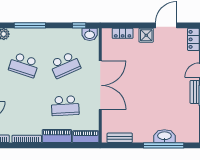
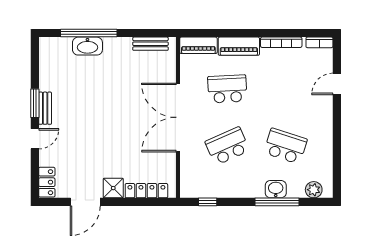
locker: (123, 33) -> (146, 191), width x1.53
washbasin: (90, 34) -> (276, 189), moved

